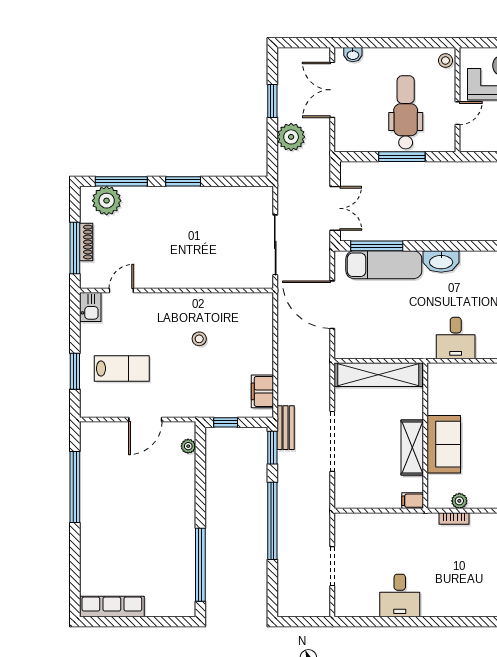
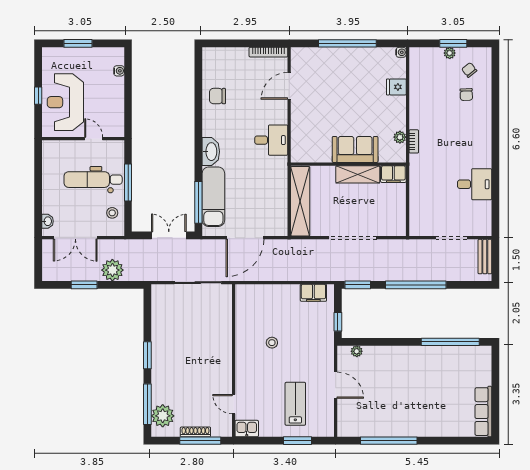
stool: (445, 60) -> (112, 213), moved
bench: (286, 428) -> (485, 257), moved, turned 90
filing cabinet: (413, 501) -> (393, 174), width x2.00

